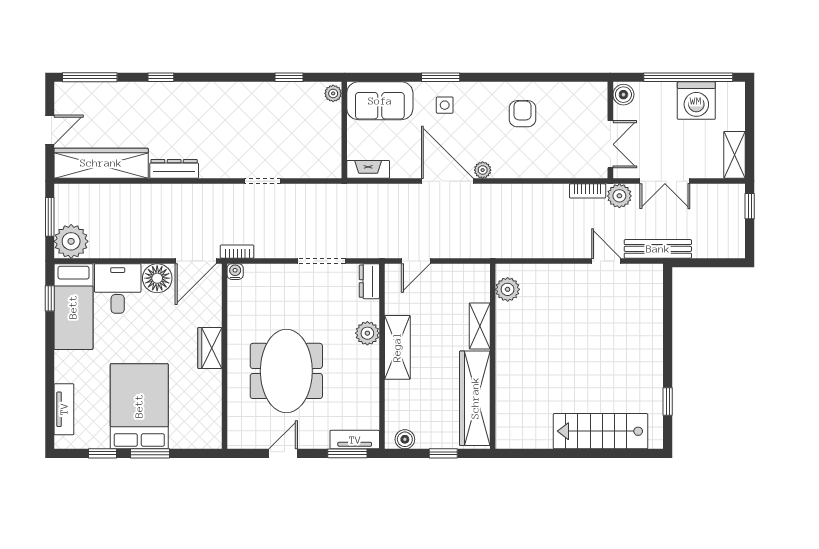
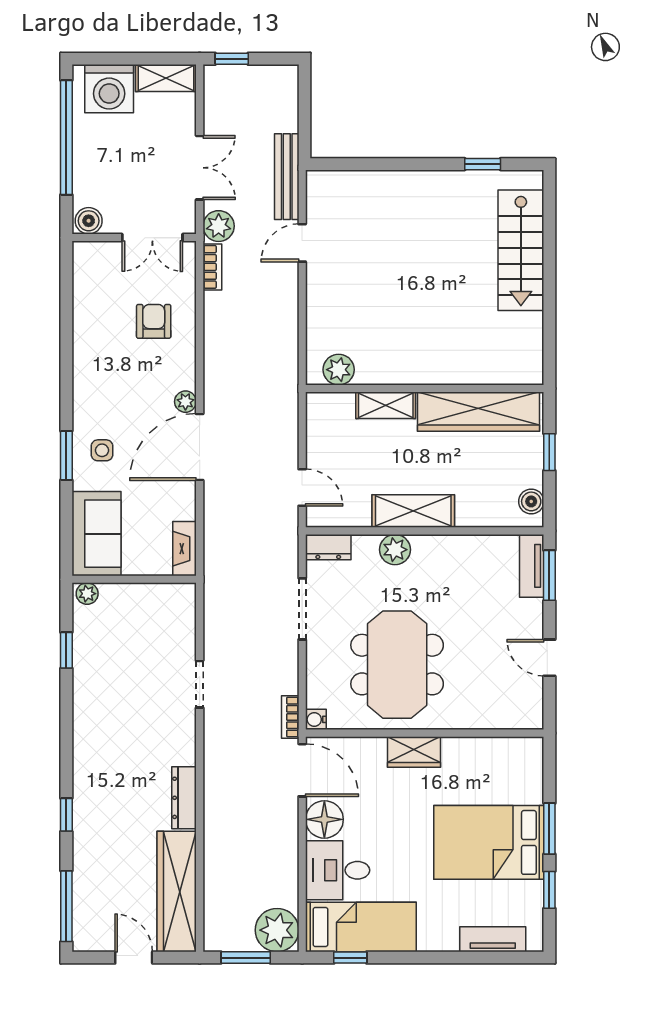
washing machine: (696, 101) -> (109, 89), moved, turned 90
armchair: (523, 114) -> (154, 321), moved, turned 90
double door: (610, 144) -> (152, 238), swing flipped
meeting table: (286, 371) -> (397, 665), moved, turned 90

